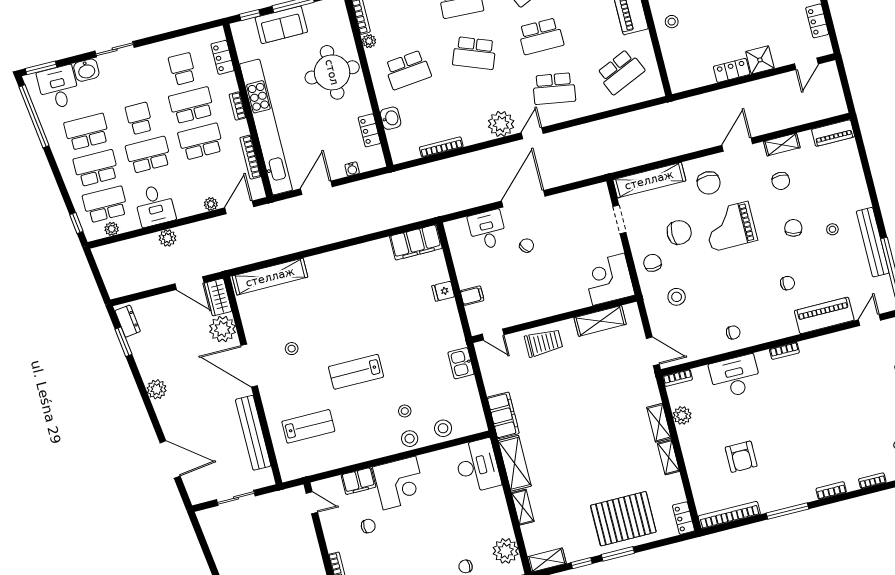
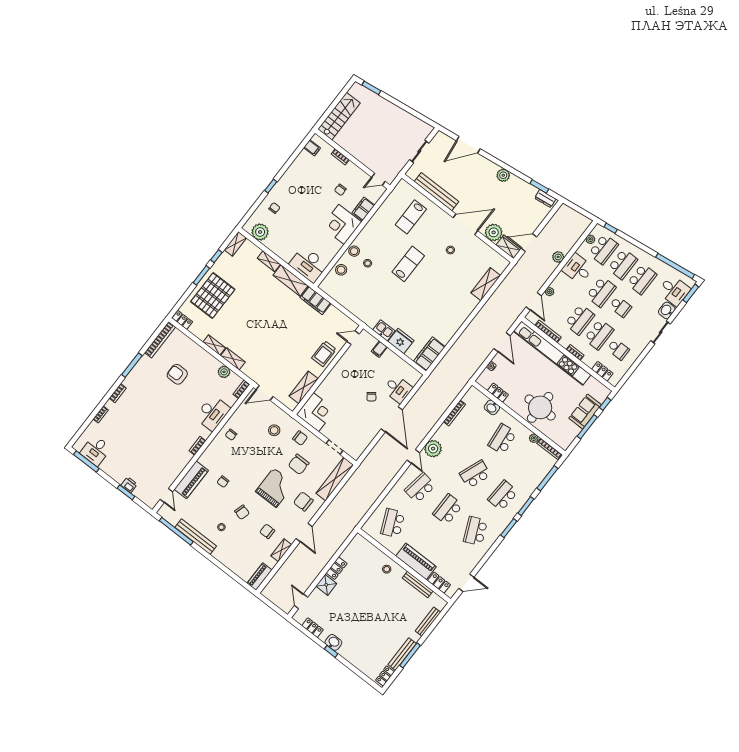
shelving: (270, 277) -> (486, 284), width x0.68
fridge: (443, 291) -> (401, 341), width x1.88, depth x1.34
kitchen sink: (461, 363) -> (384, 330), moved

